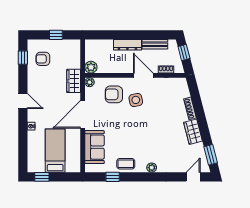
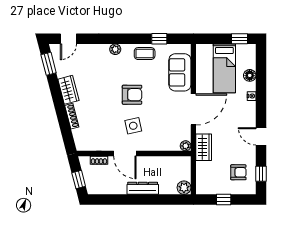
bench: (155, 44) -> (112, 189), removed
plant: (91, 67) -> (184, 188), moved
armchair: (114, 94) -> (132, 95), moved
door: (23, 101) -> (261, 136), moved
floor lamp: (33, 144) -> (250, 75), added

